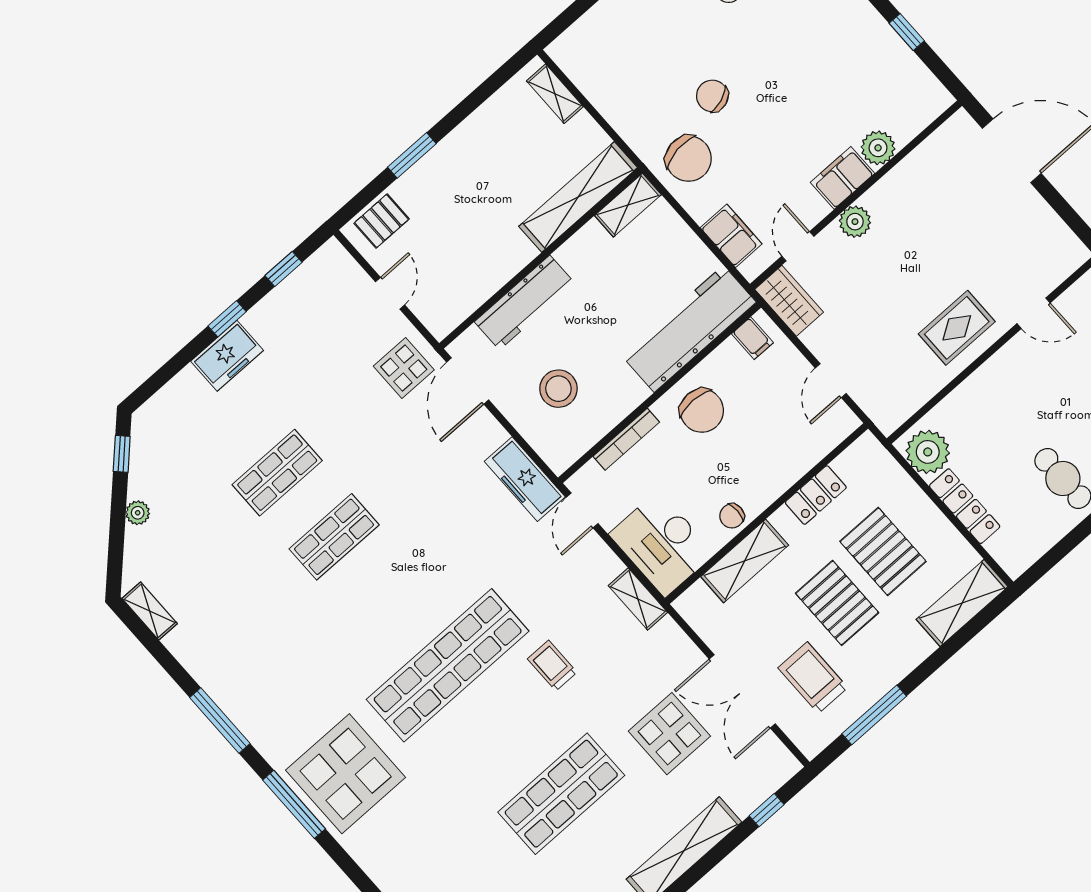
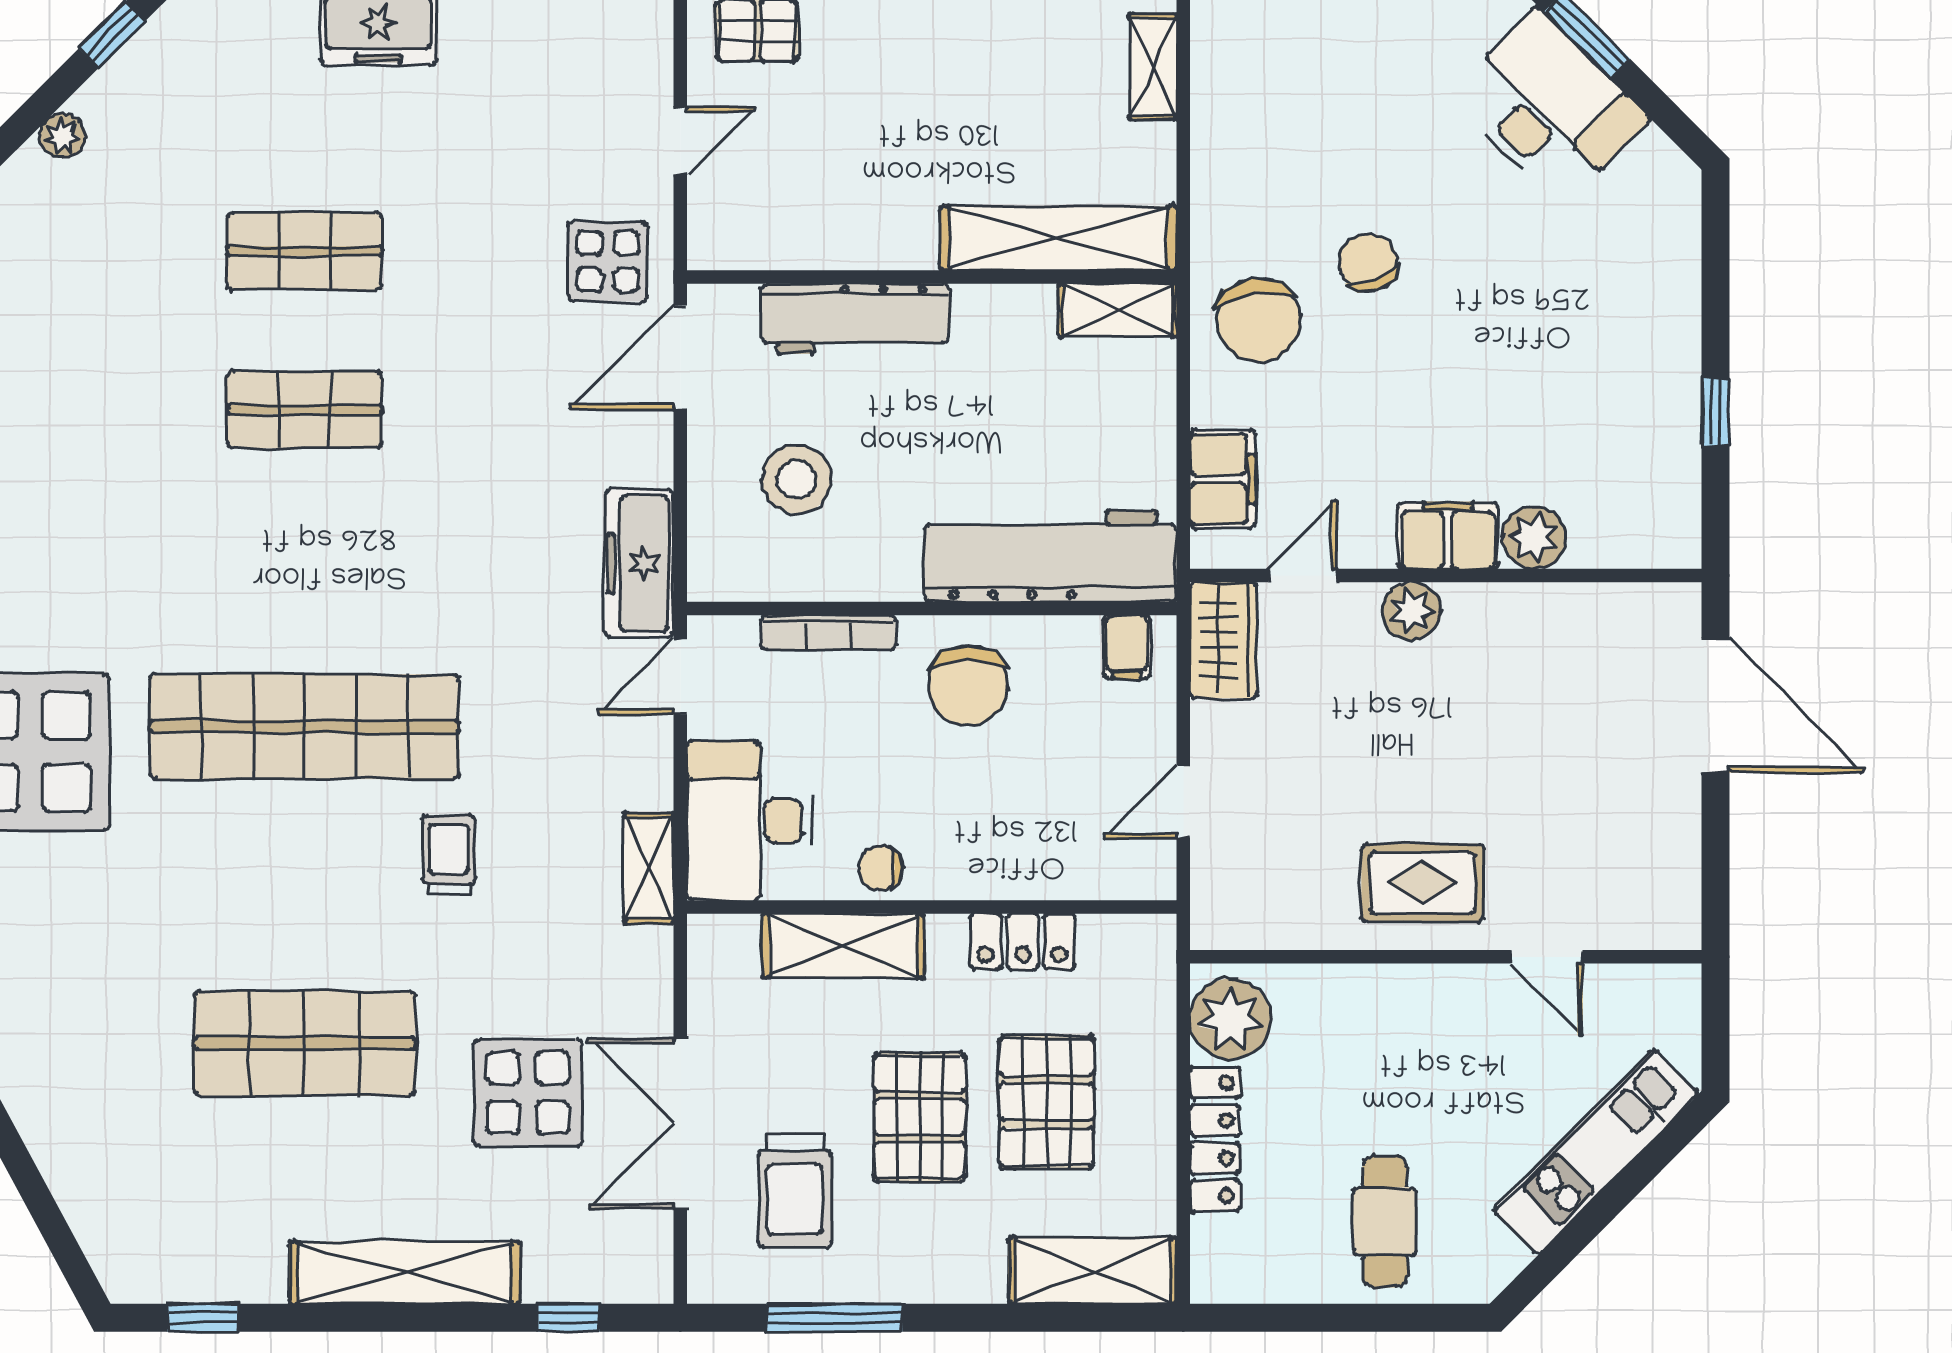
trolley: (813, 678) -> (795, 1191), turned 180

